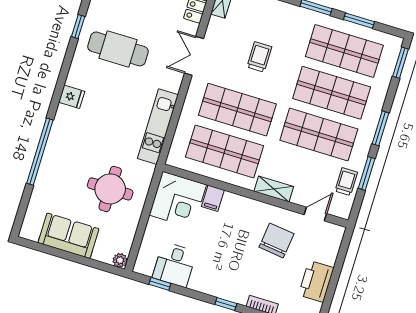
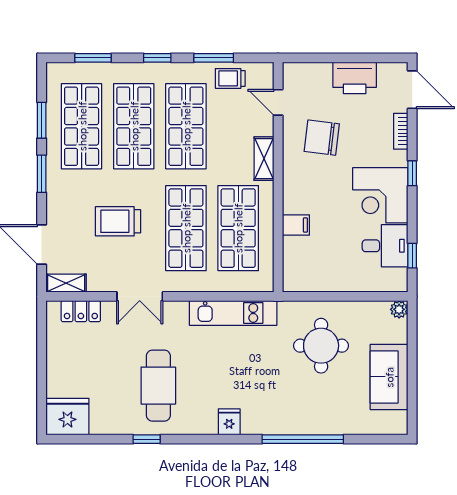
trolley: (259, 57) -> (118, 221), width x1.36, depth x1.39
window: (401, 63) -> (93, 58), moved
window: (380, 128) -> (157, 58), width x0.67
corner desk: (178, 200) -> (380, 195), moved, turned 180

